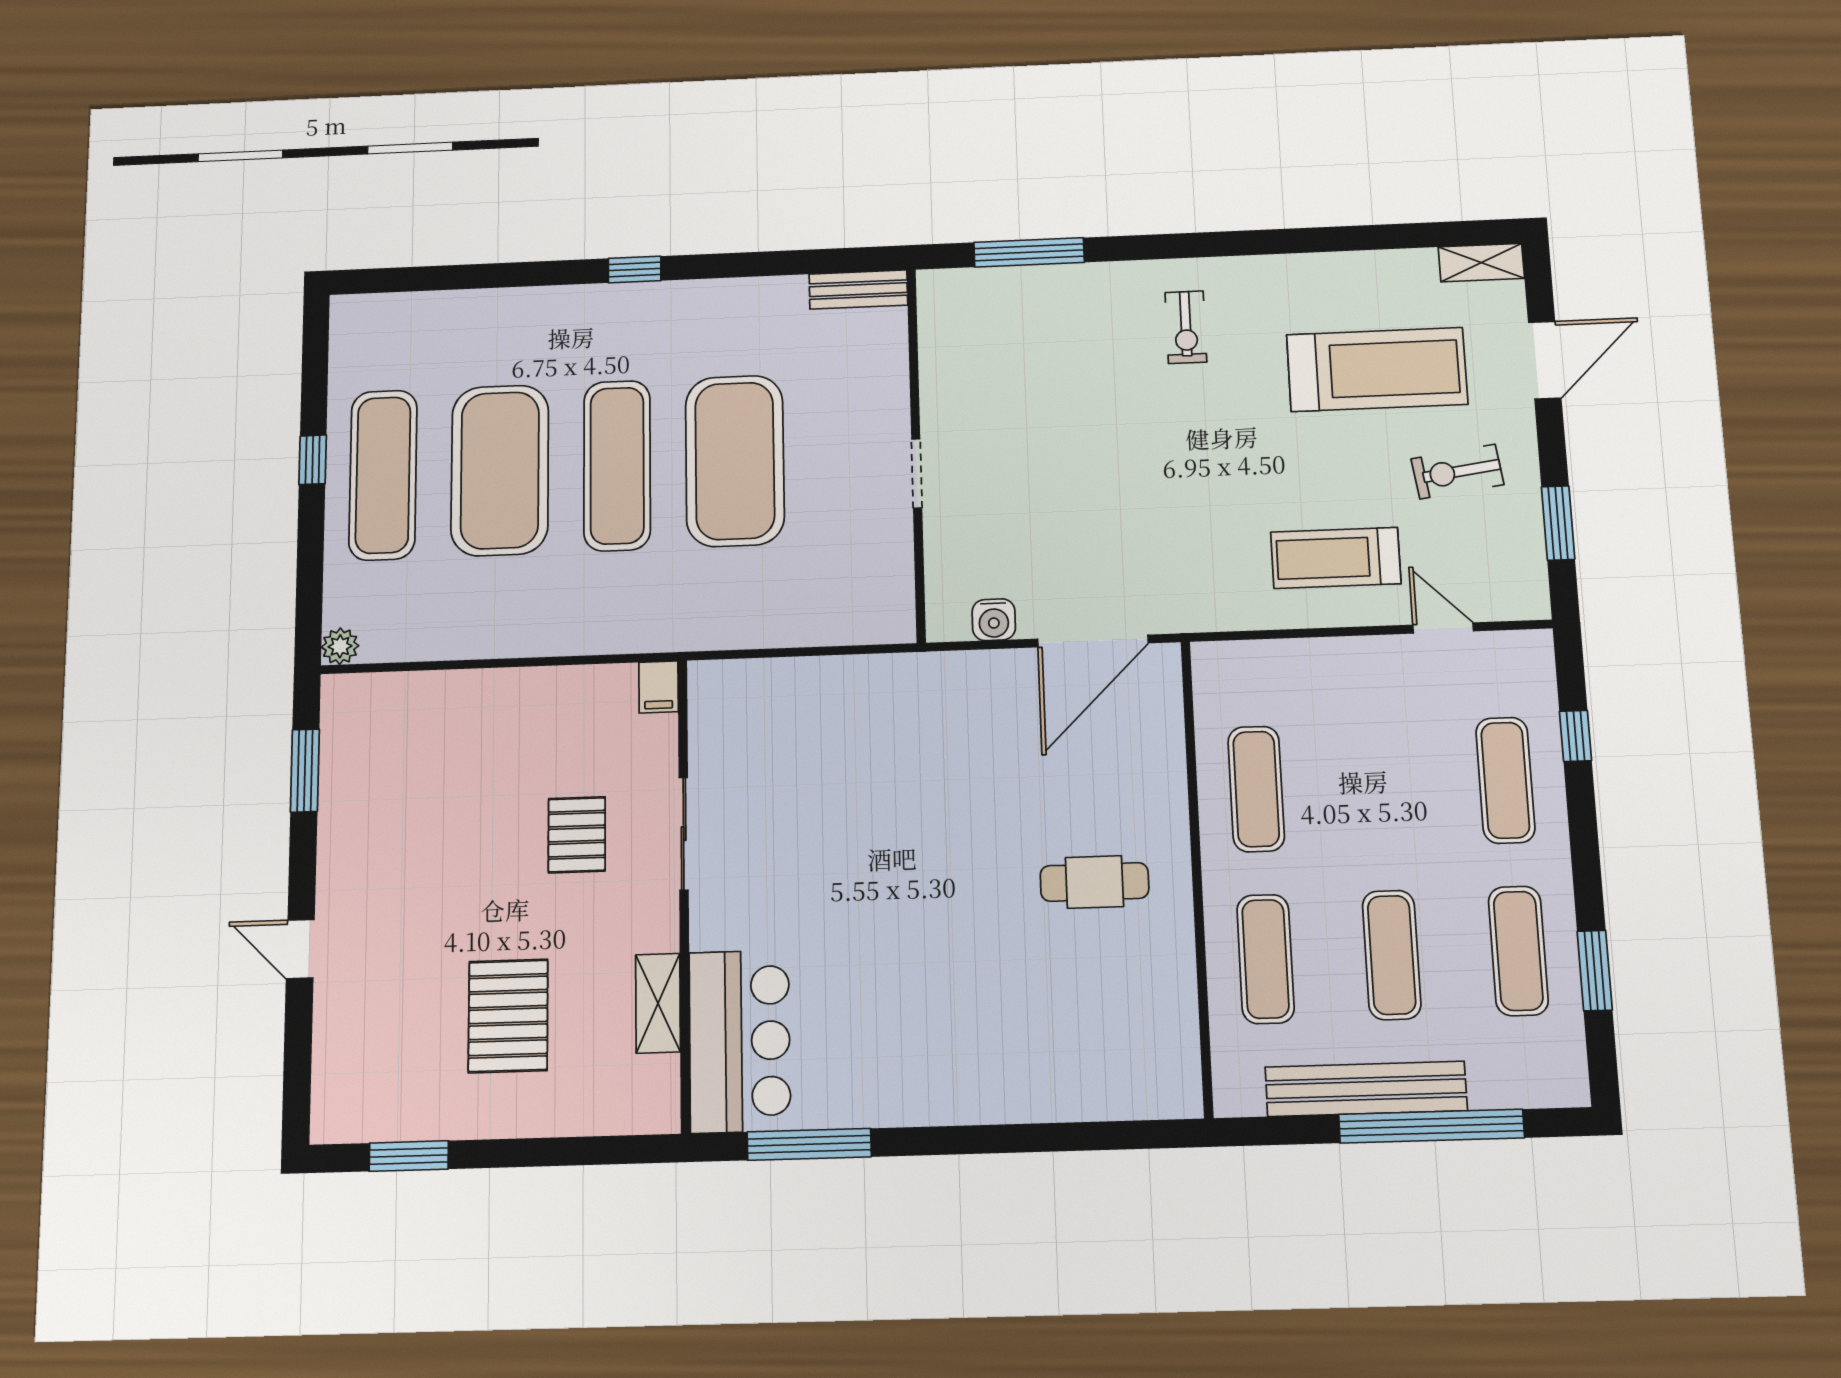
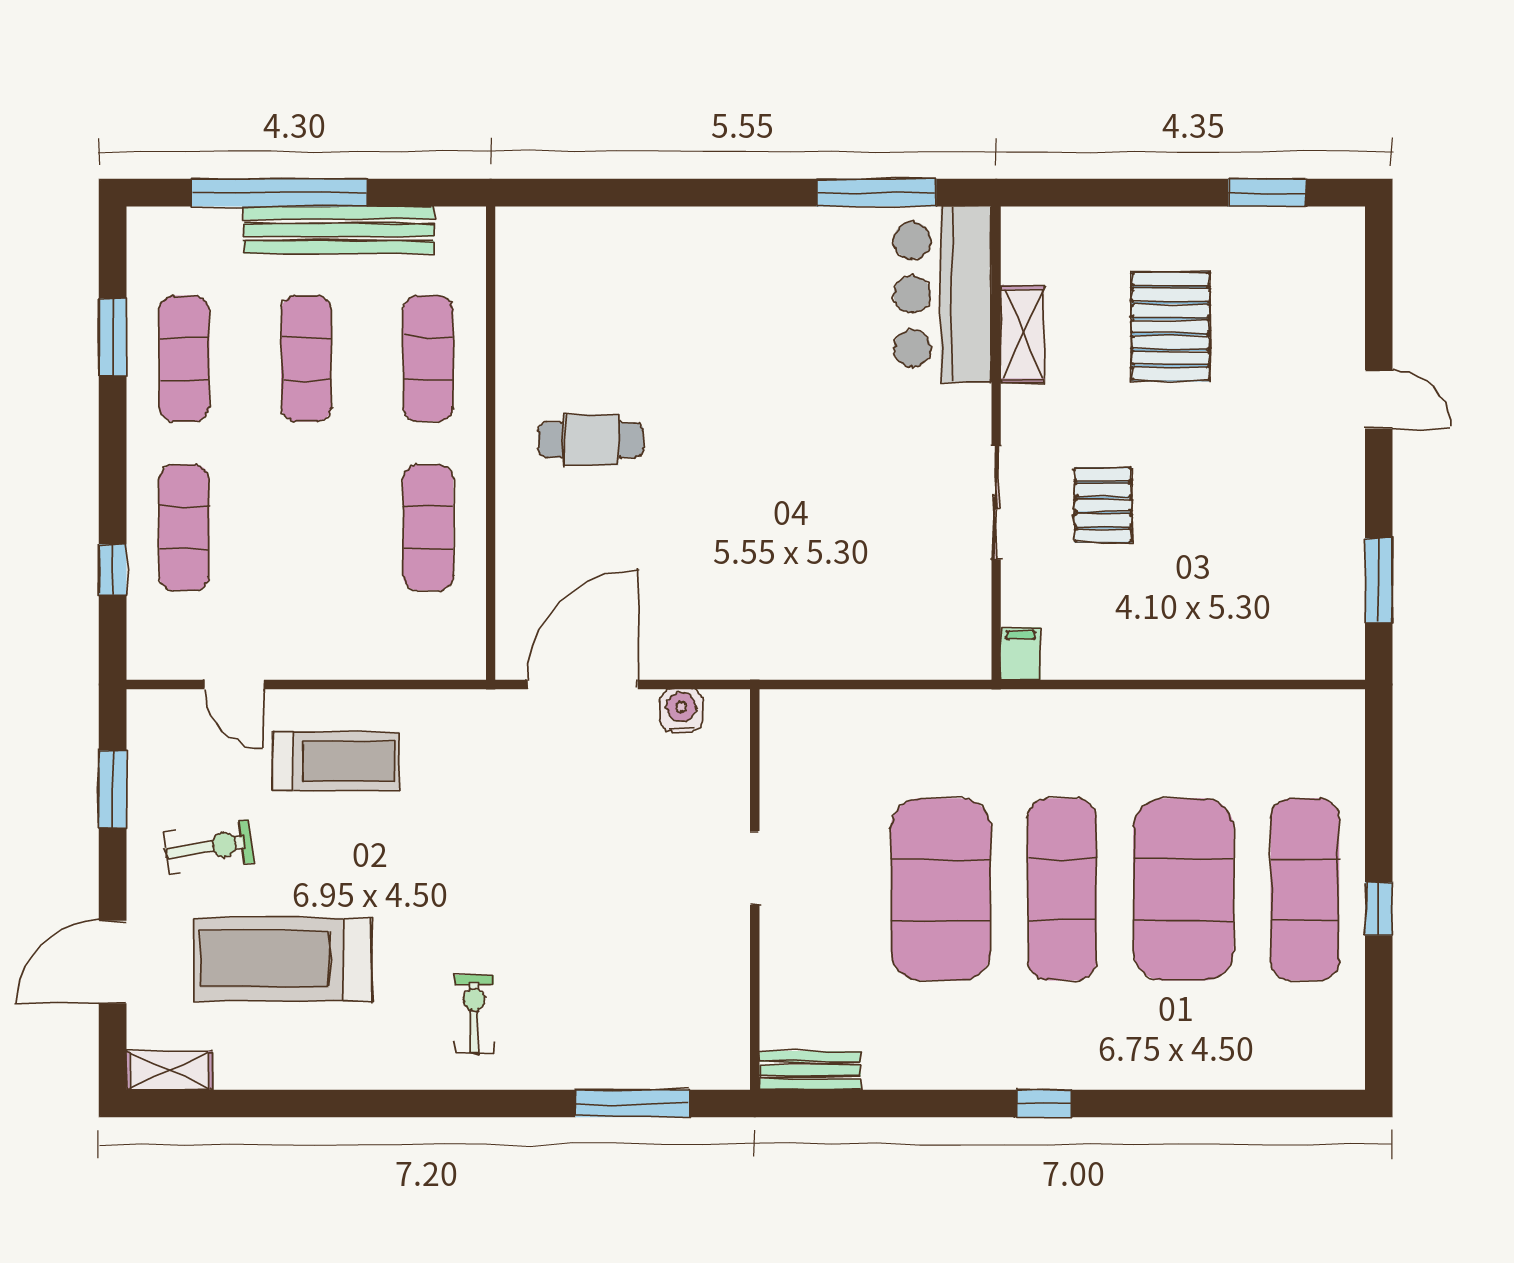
plant: (340, 646) -> (1346, 708), removed

